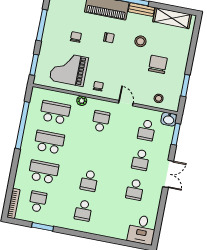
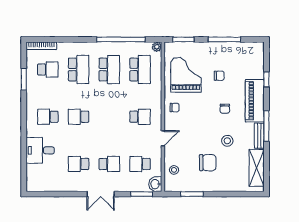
plant: (82, 101) -> (157, 47), moved
school desk: (141, 160) -> (109, 164), turned 180
desk: (142, 230) -> (40, 150), moved

